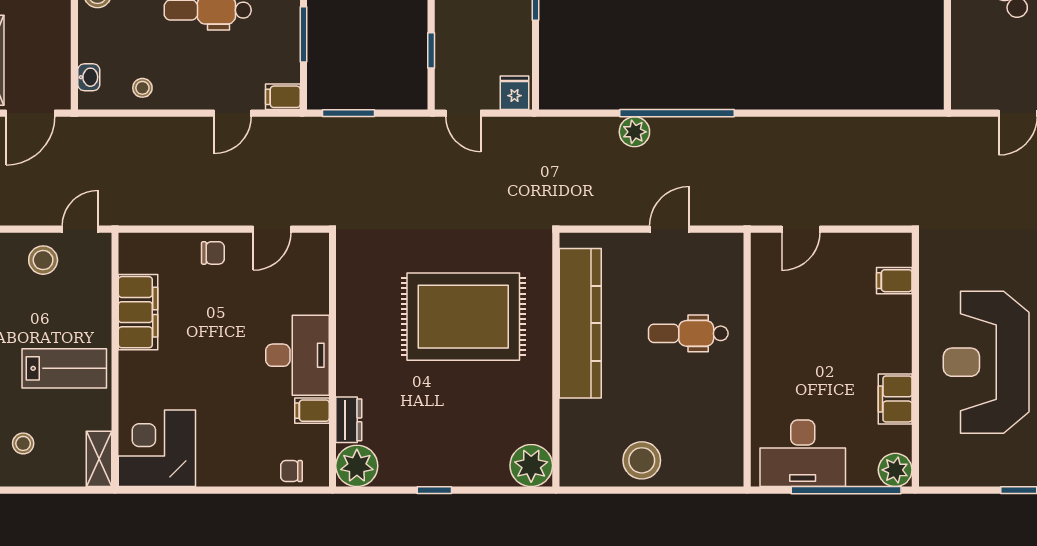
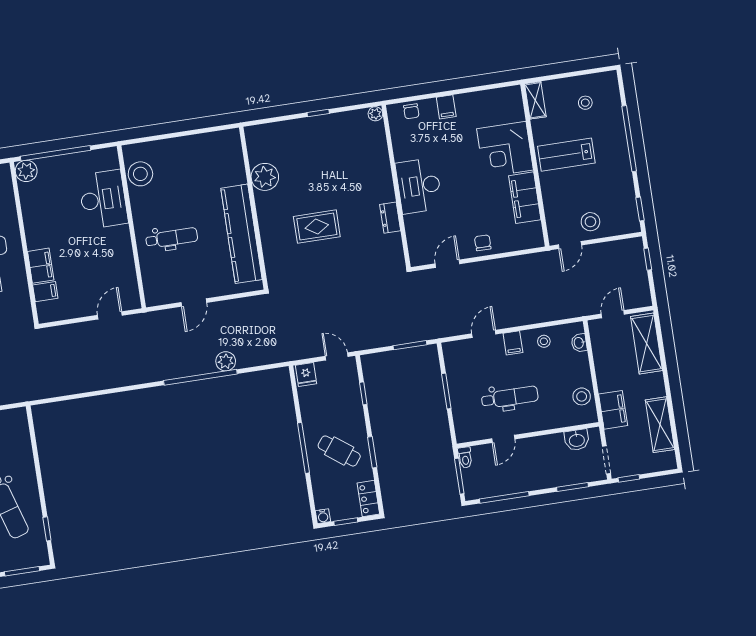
filing cabinet: (283, 97) -> (513, 343), moved, turned 90
door: (30, 113) -> (613, 314), width x0.73
chair: (213, 253) -> (483, 243), turned 90
rug: (463, 317) -> (317, 227), width x0.54, depth x0.49
filing cabinet: (895, 399) -> (41, 266), moved
filing cabinet: (312, 411) -> (446, 107), moved, turned 90
dresser: (349, 420) -> (390, 218), moved
corner desk: (157, 448) -> (505, 149), moved, turned 90
desk: (803, 453) -> (103, 199), moved, turned 90
stool: (642, 460) -> (140, 174), moved
plant: (357, 466) -> (375, 114), width x0.53, depth x0.53
plant: (531, 466) -> (265, 177), moved
chair: (292, 471) -> (411, 111), turned 90

